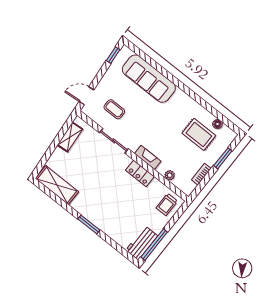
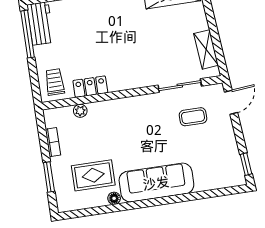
sofa: (149, 79) -> (156, 183), moved
floor lamp: (217, 124) -> (114, 198), moved
sliding door: (114, 141) -> (180, 86), moved
fireplace: (148, 157) -> (117, 106), removed
locker: (140, 173) -> (90, 87), moved

